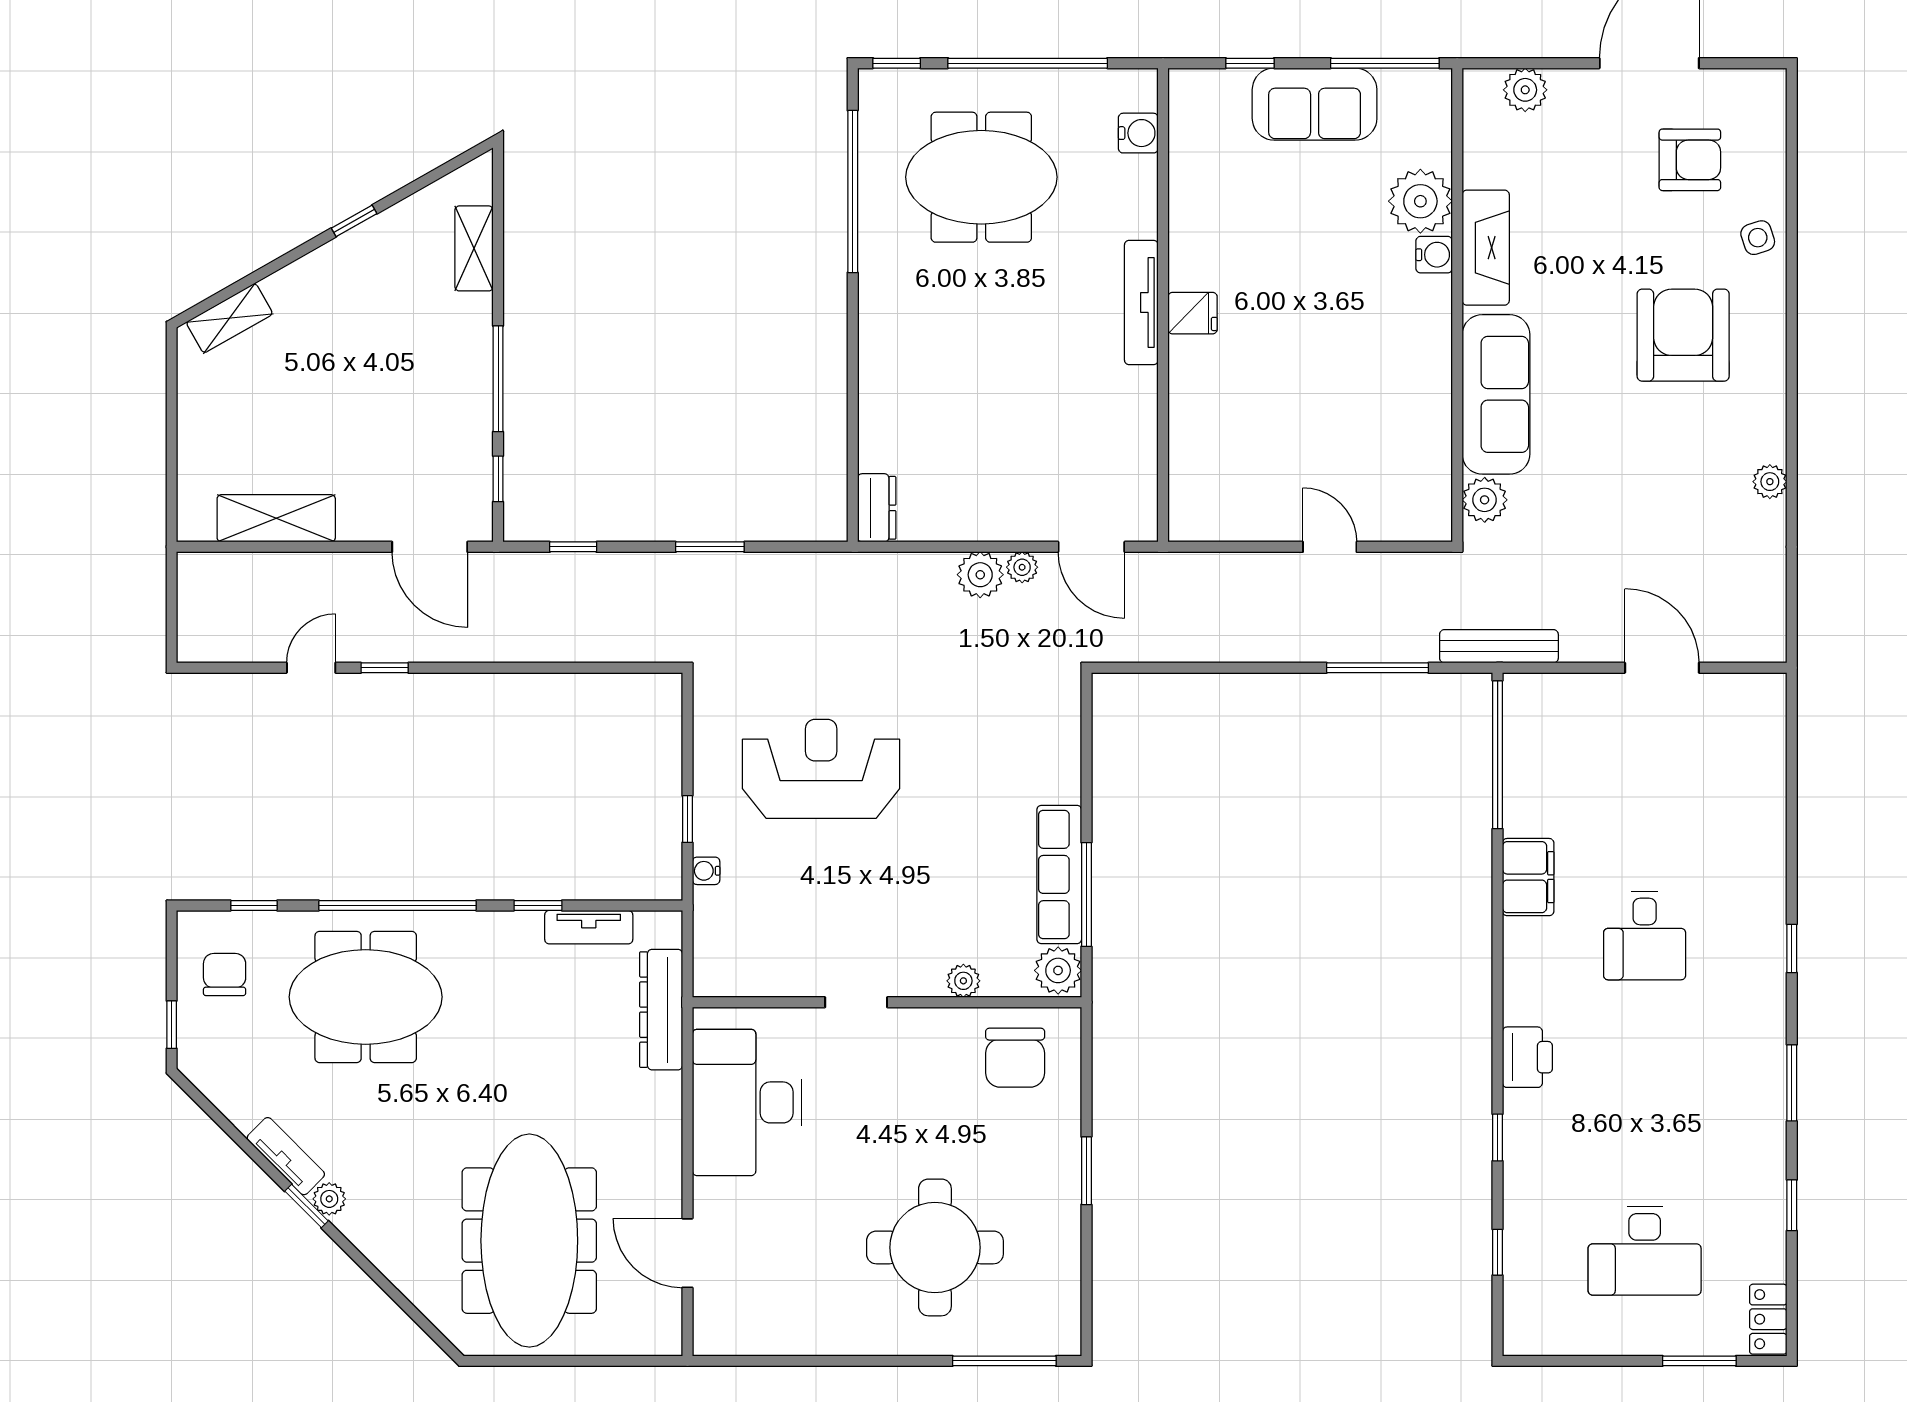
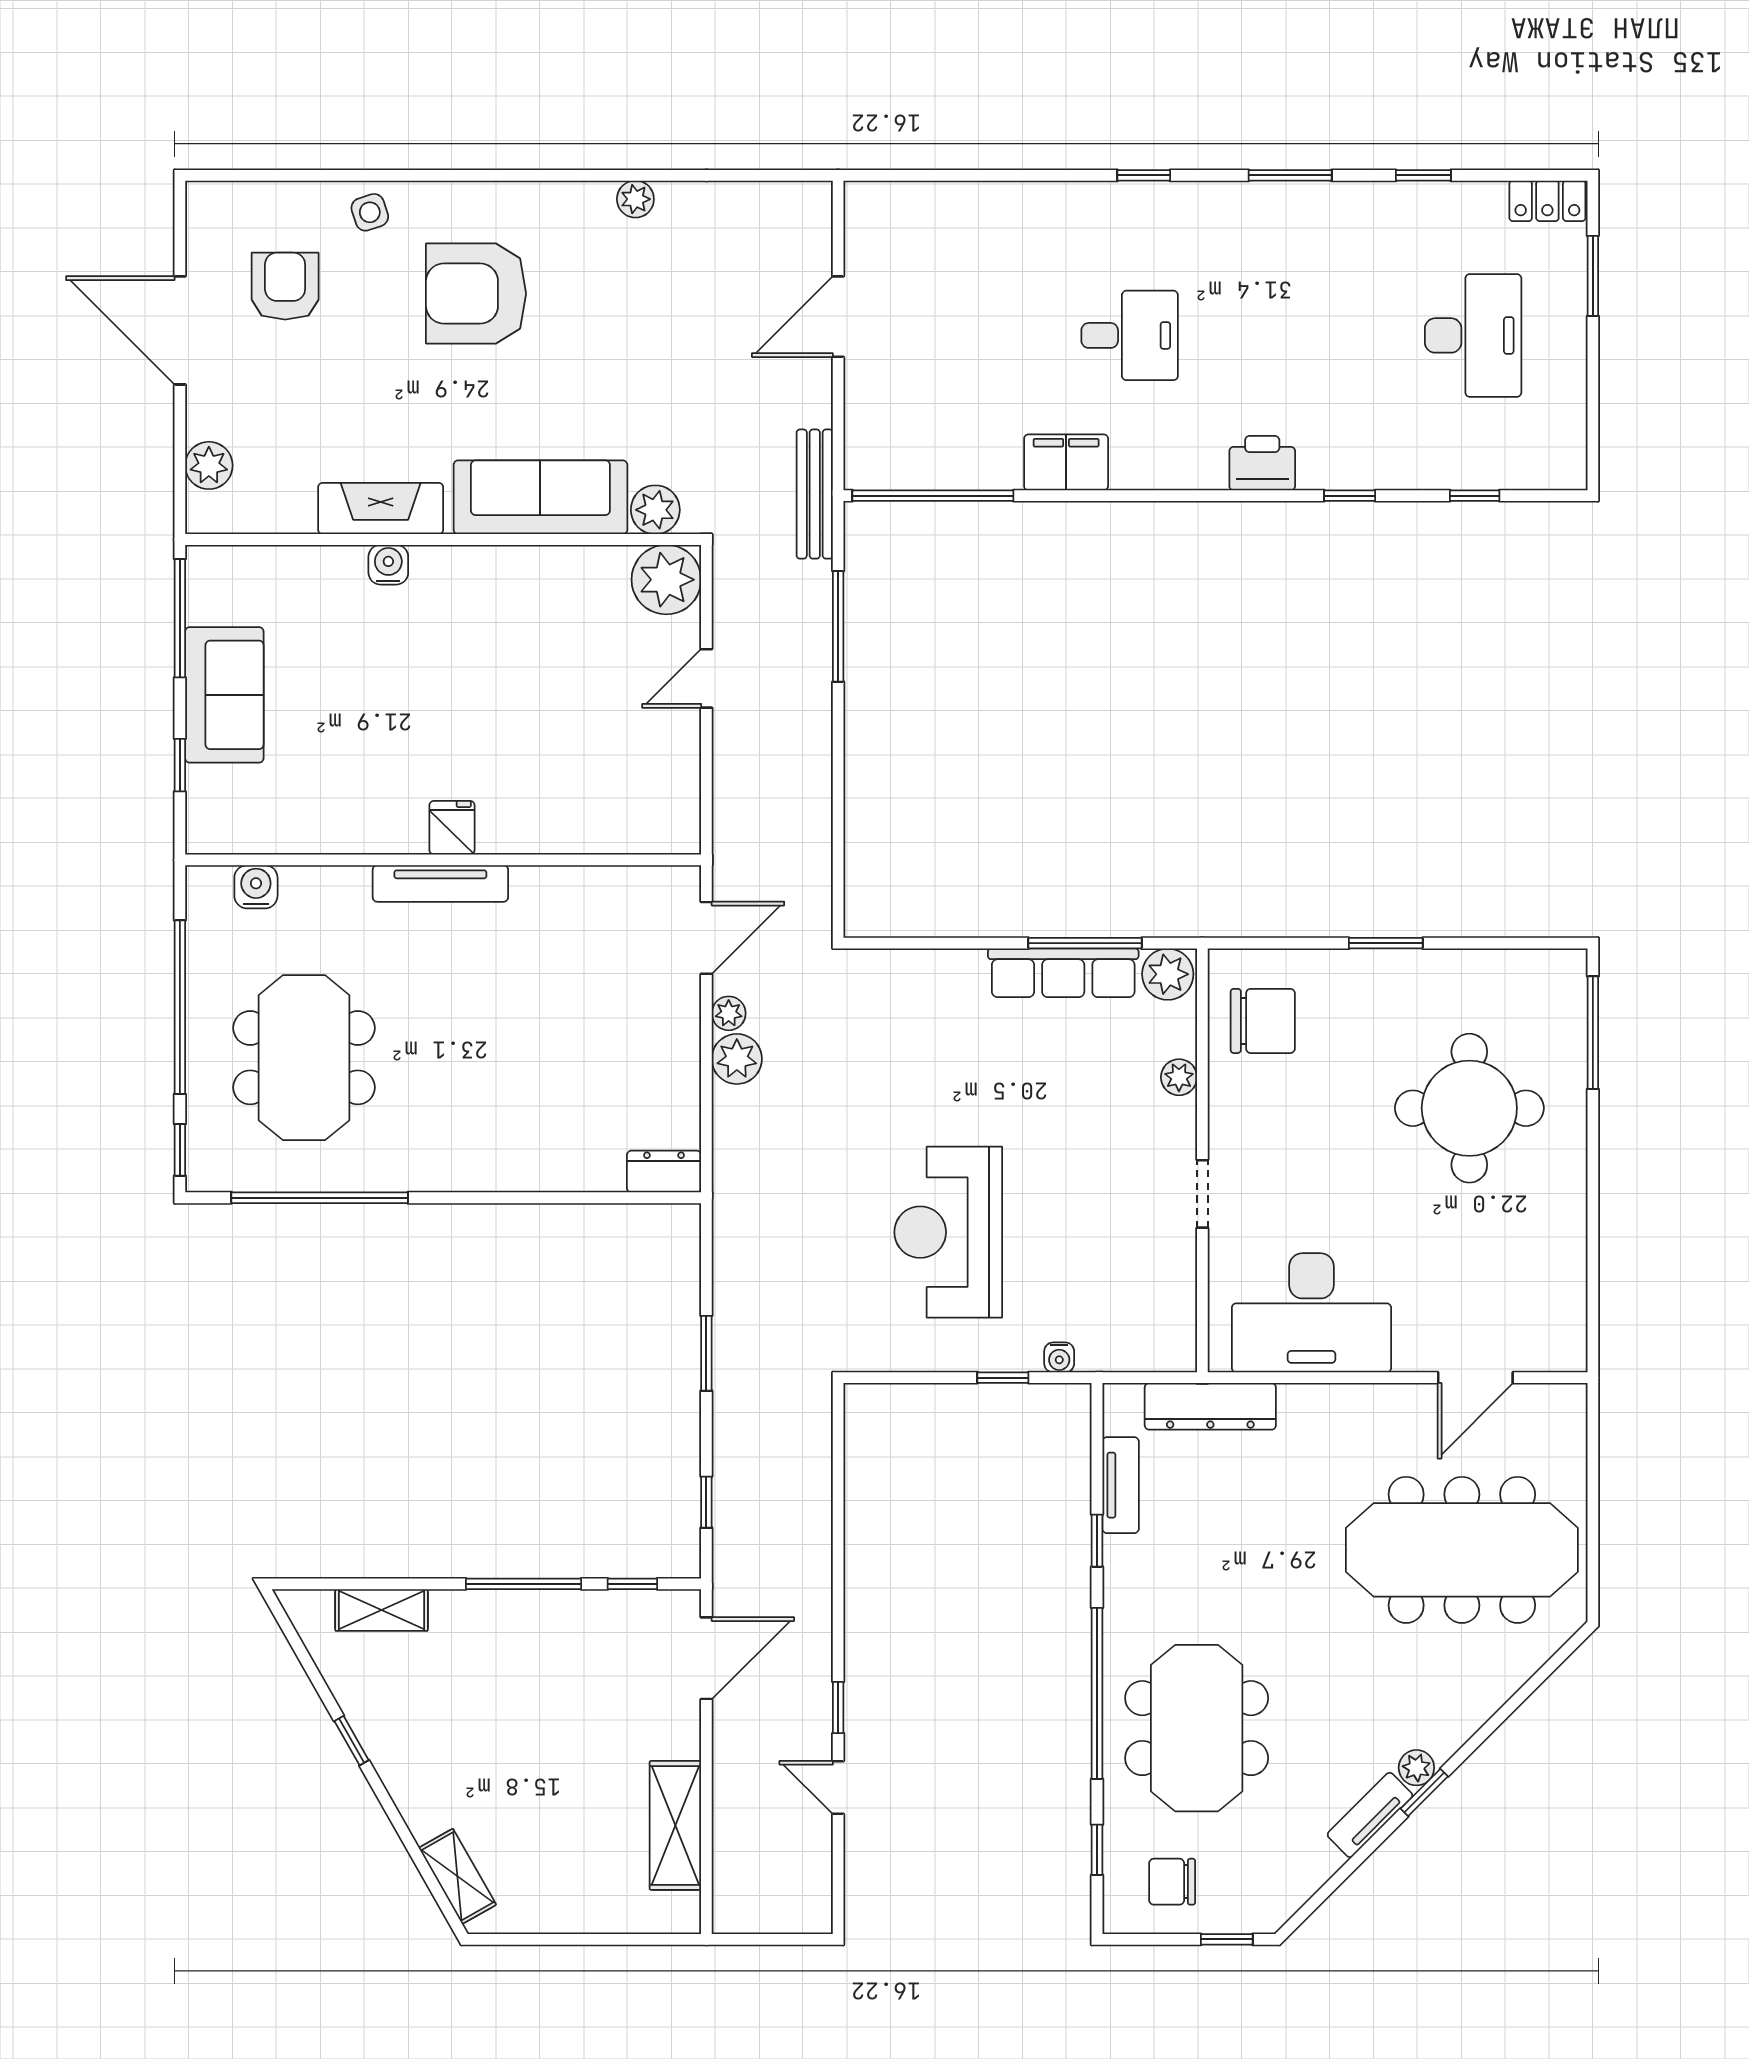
plant: (1420, 201) -> (666, 580), moved

